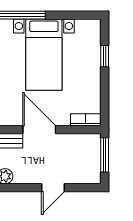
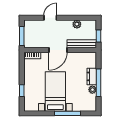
door: (39, 130) -> (58, 50), hinge flipped

